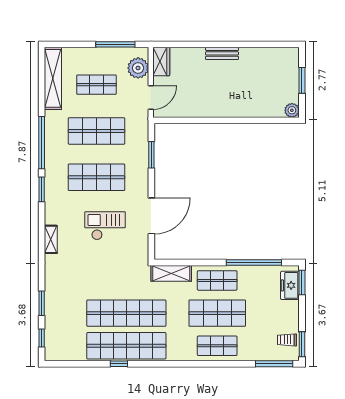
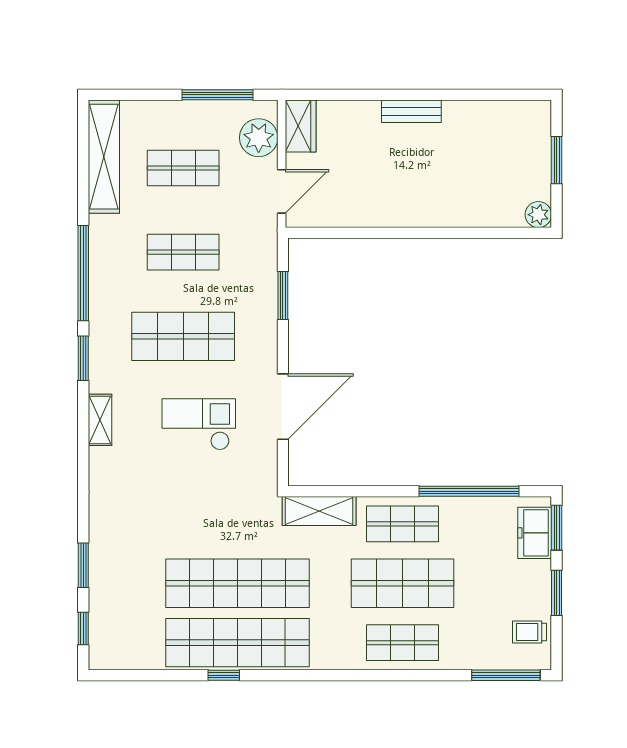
shop shelf: (96, 131) -> (183, 252), width x0.70, depth x0.74
shelving: (51, 239) -> (100, 420), moved
window: (302, 344) -> (557, 593), moved

